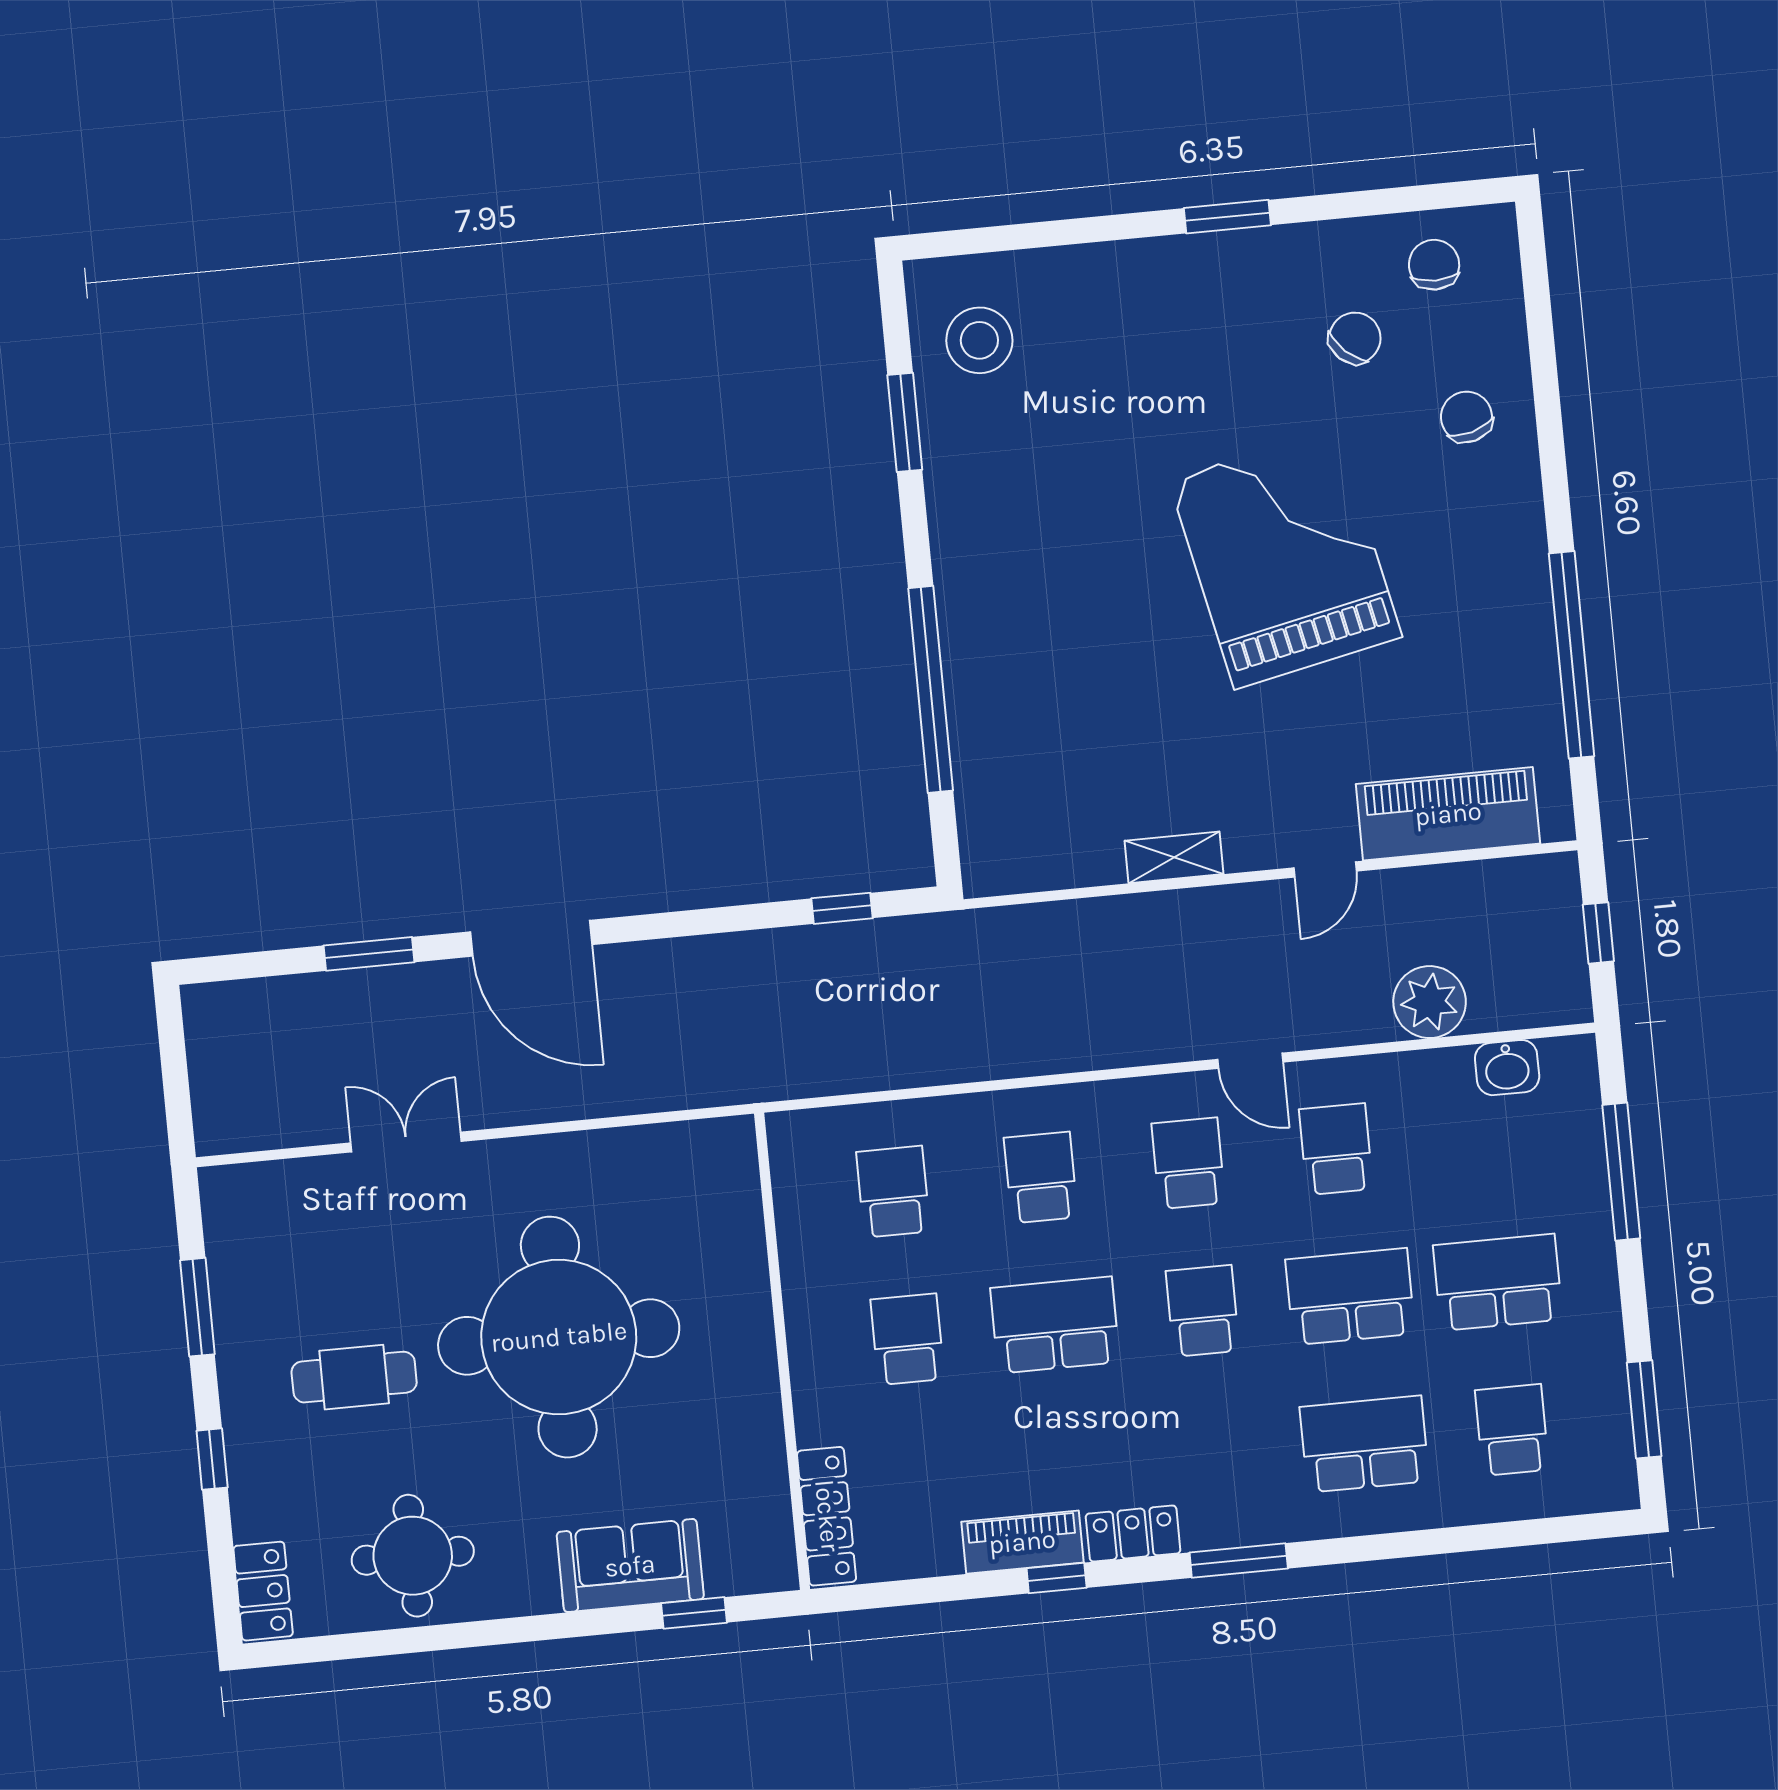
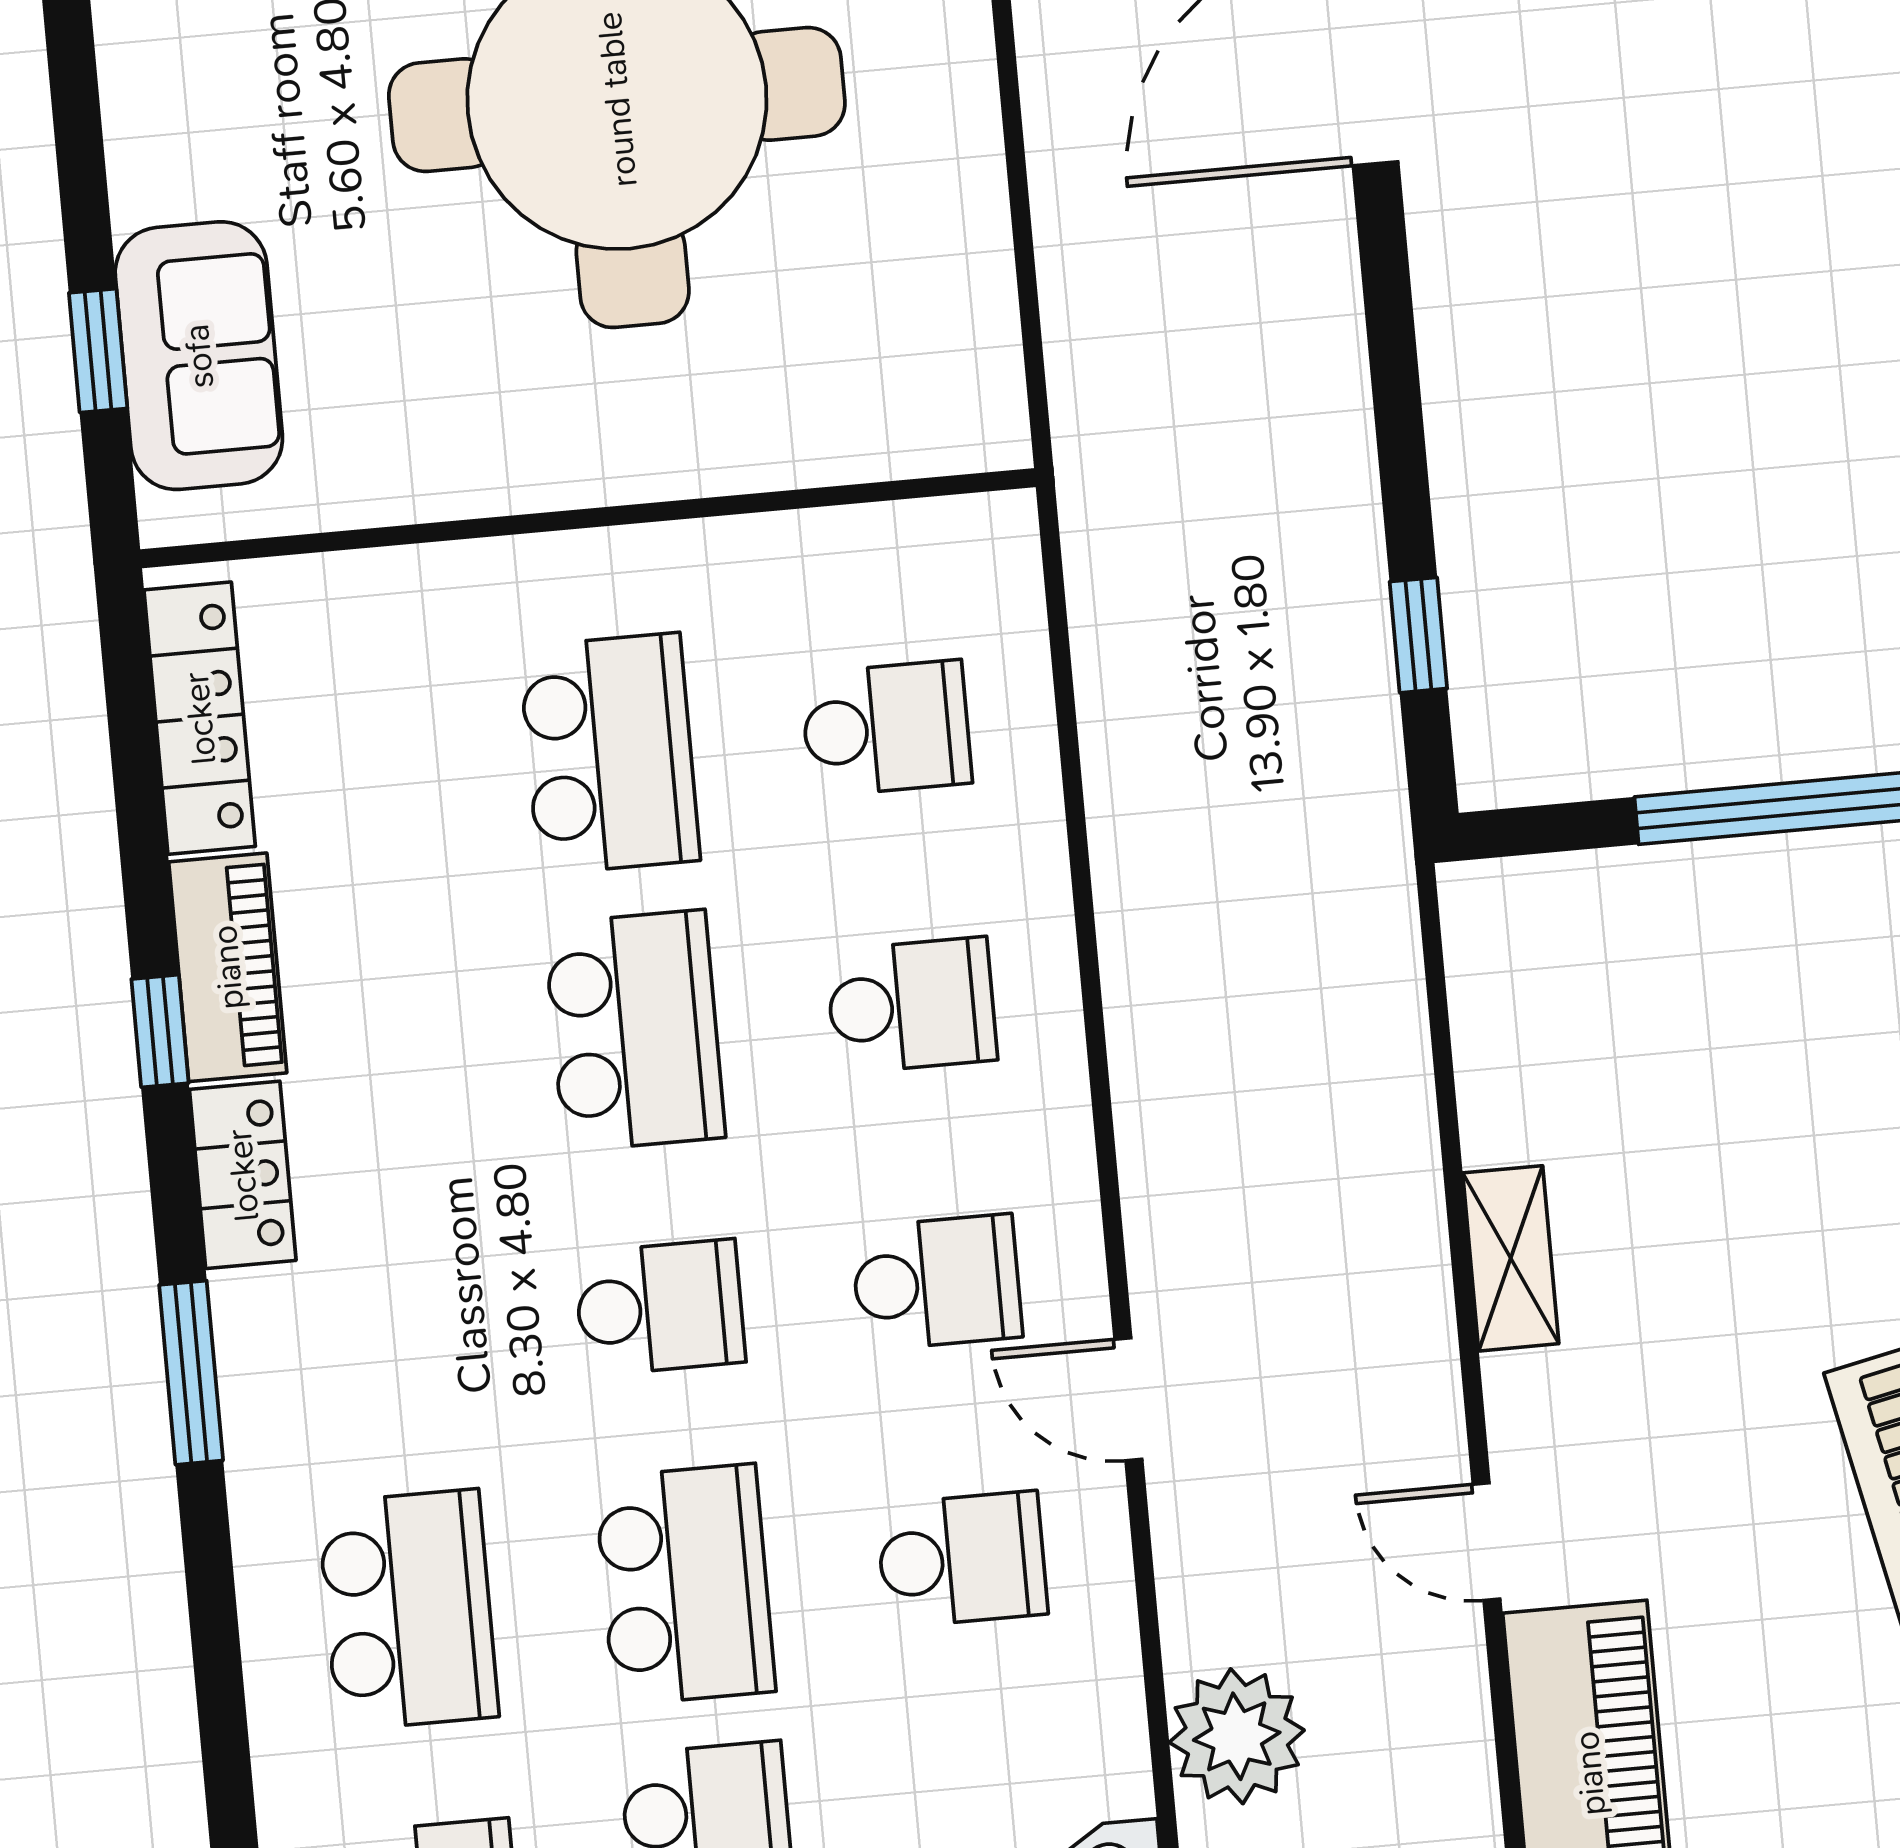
door: (1250, 1061) -> (1128, 1399), hinge flipped
school desk: (907, 1339) -> (609, 753), width x1.85
locker: (827, 1516) -> (200, 718), moved, turned -90
sofa: (630, 1566) -> (199, 356), moved

